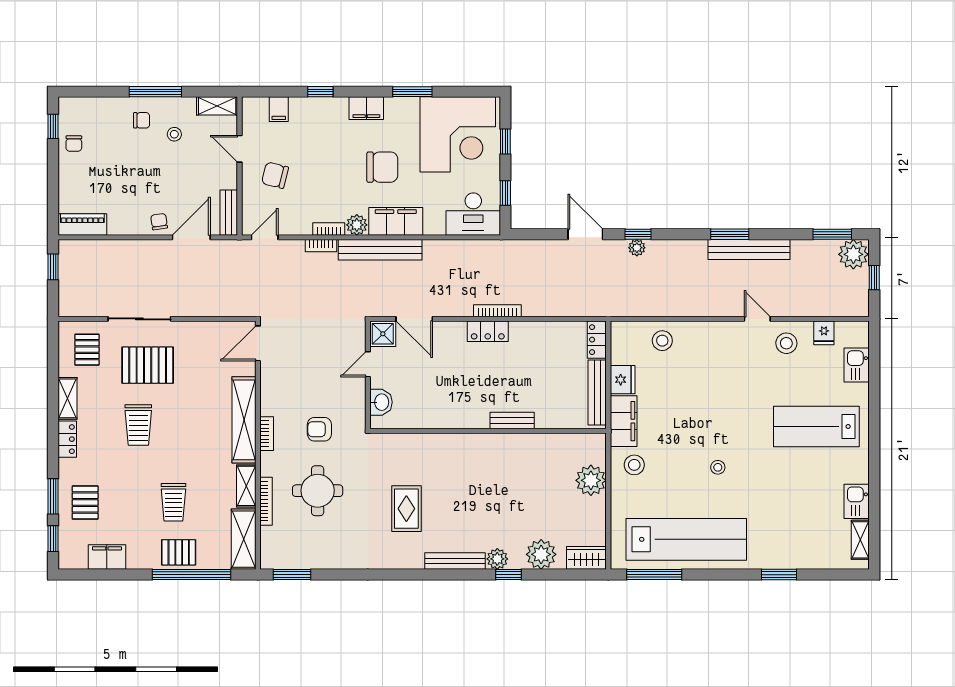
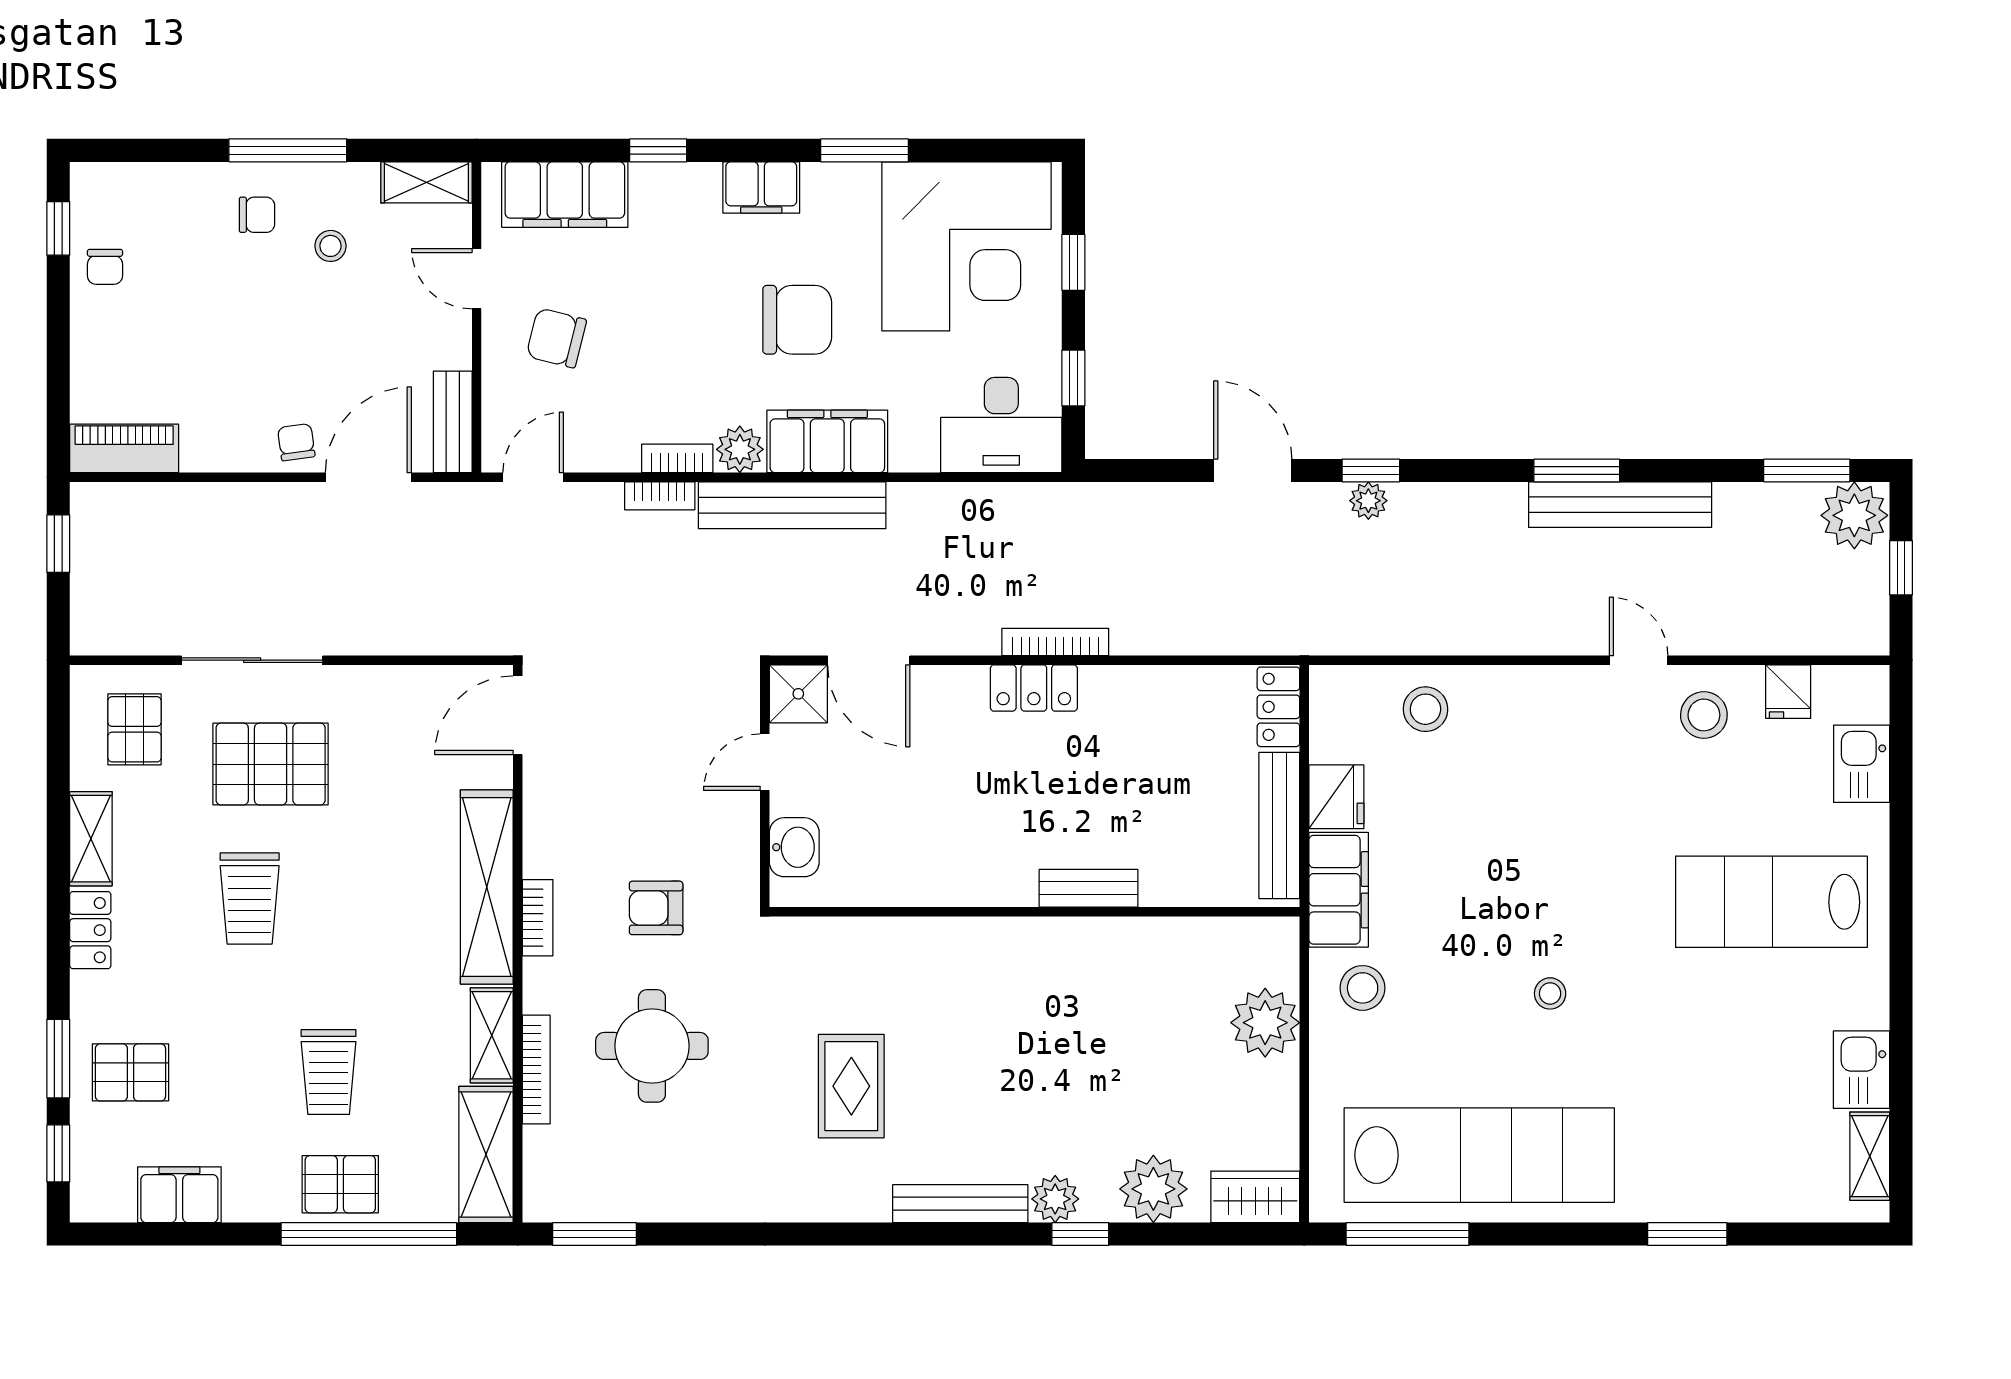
filing cabinet: (279, 109) -> (565, 195), width x3.00, depth x1.17
pallet: (85, 503) -> (130, 1072), turned 90

